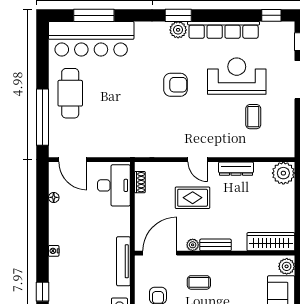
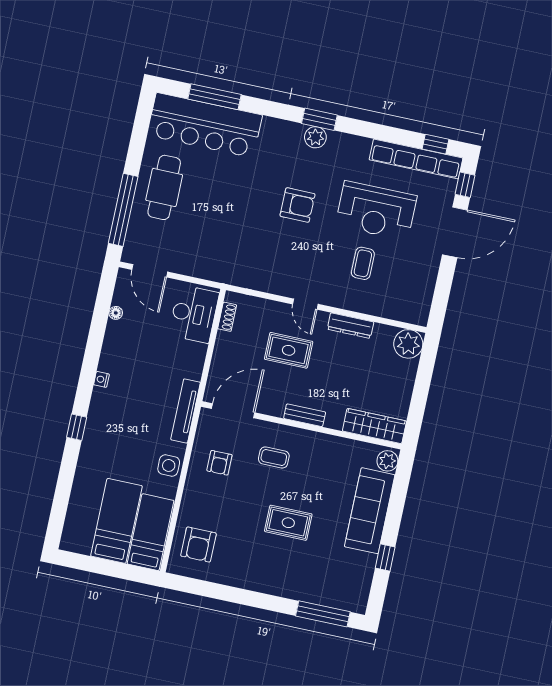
row of seats: (224, 30) -> (416, 159), moved
reception desk: (237, 76) -> (376, 211), turned 180
coffee table: (253, 117) -> (363, 263), moved
plant: (193, 245) -> (276, 409), removed

